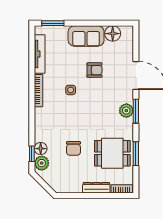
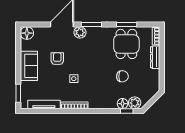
floor lamp: (113, 34) -> (27, 33), moved
plant: (126, 111) -> (80, 32), moved

